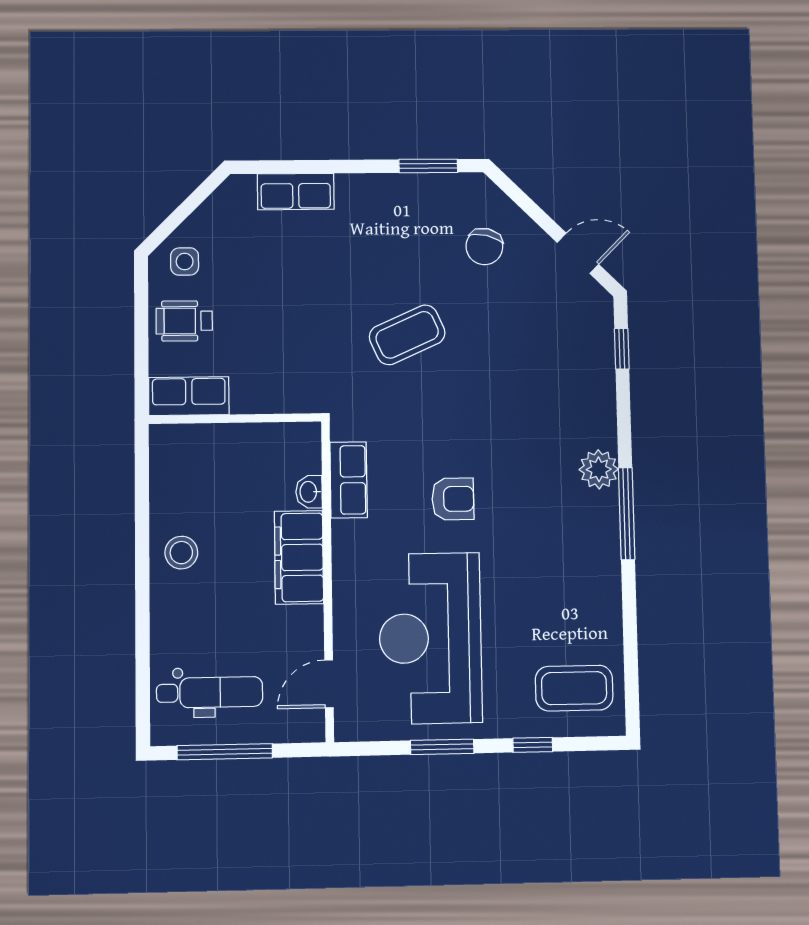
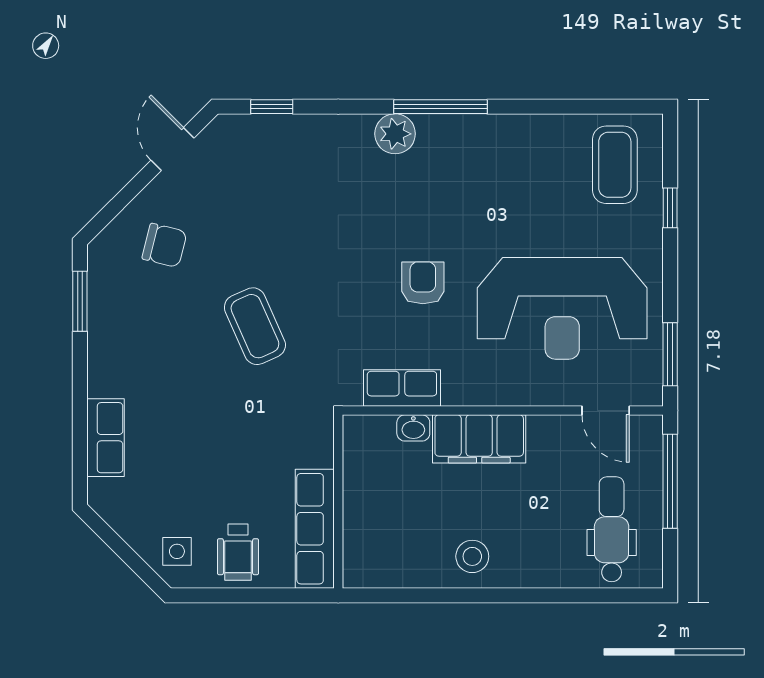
row of seats: (189, 396) -> (315, 529), width x1.48
window: (442, 747) -> (670, 354), moved
window: (225, 752) -> (670, 481), moved

